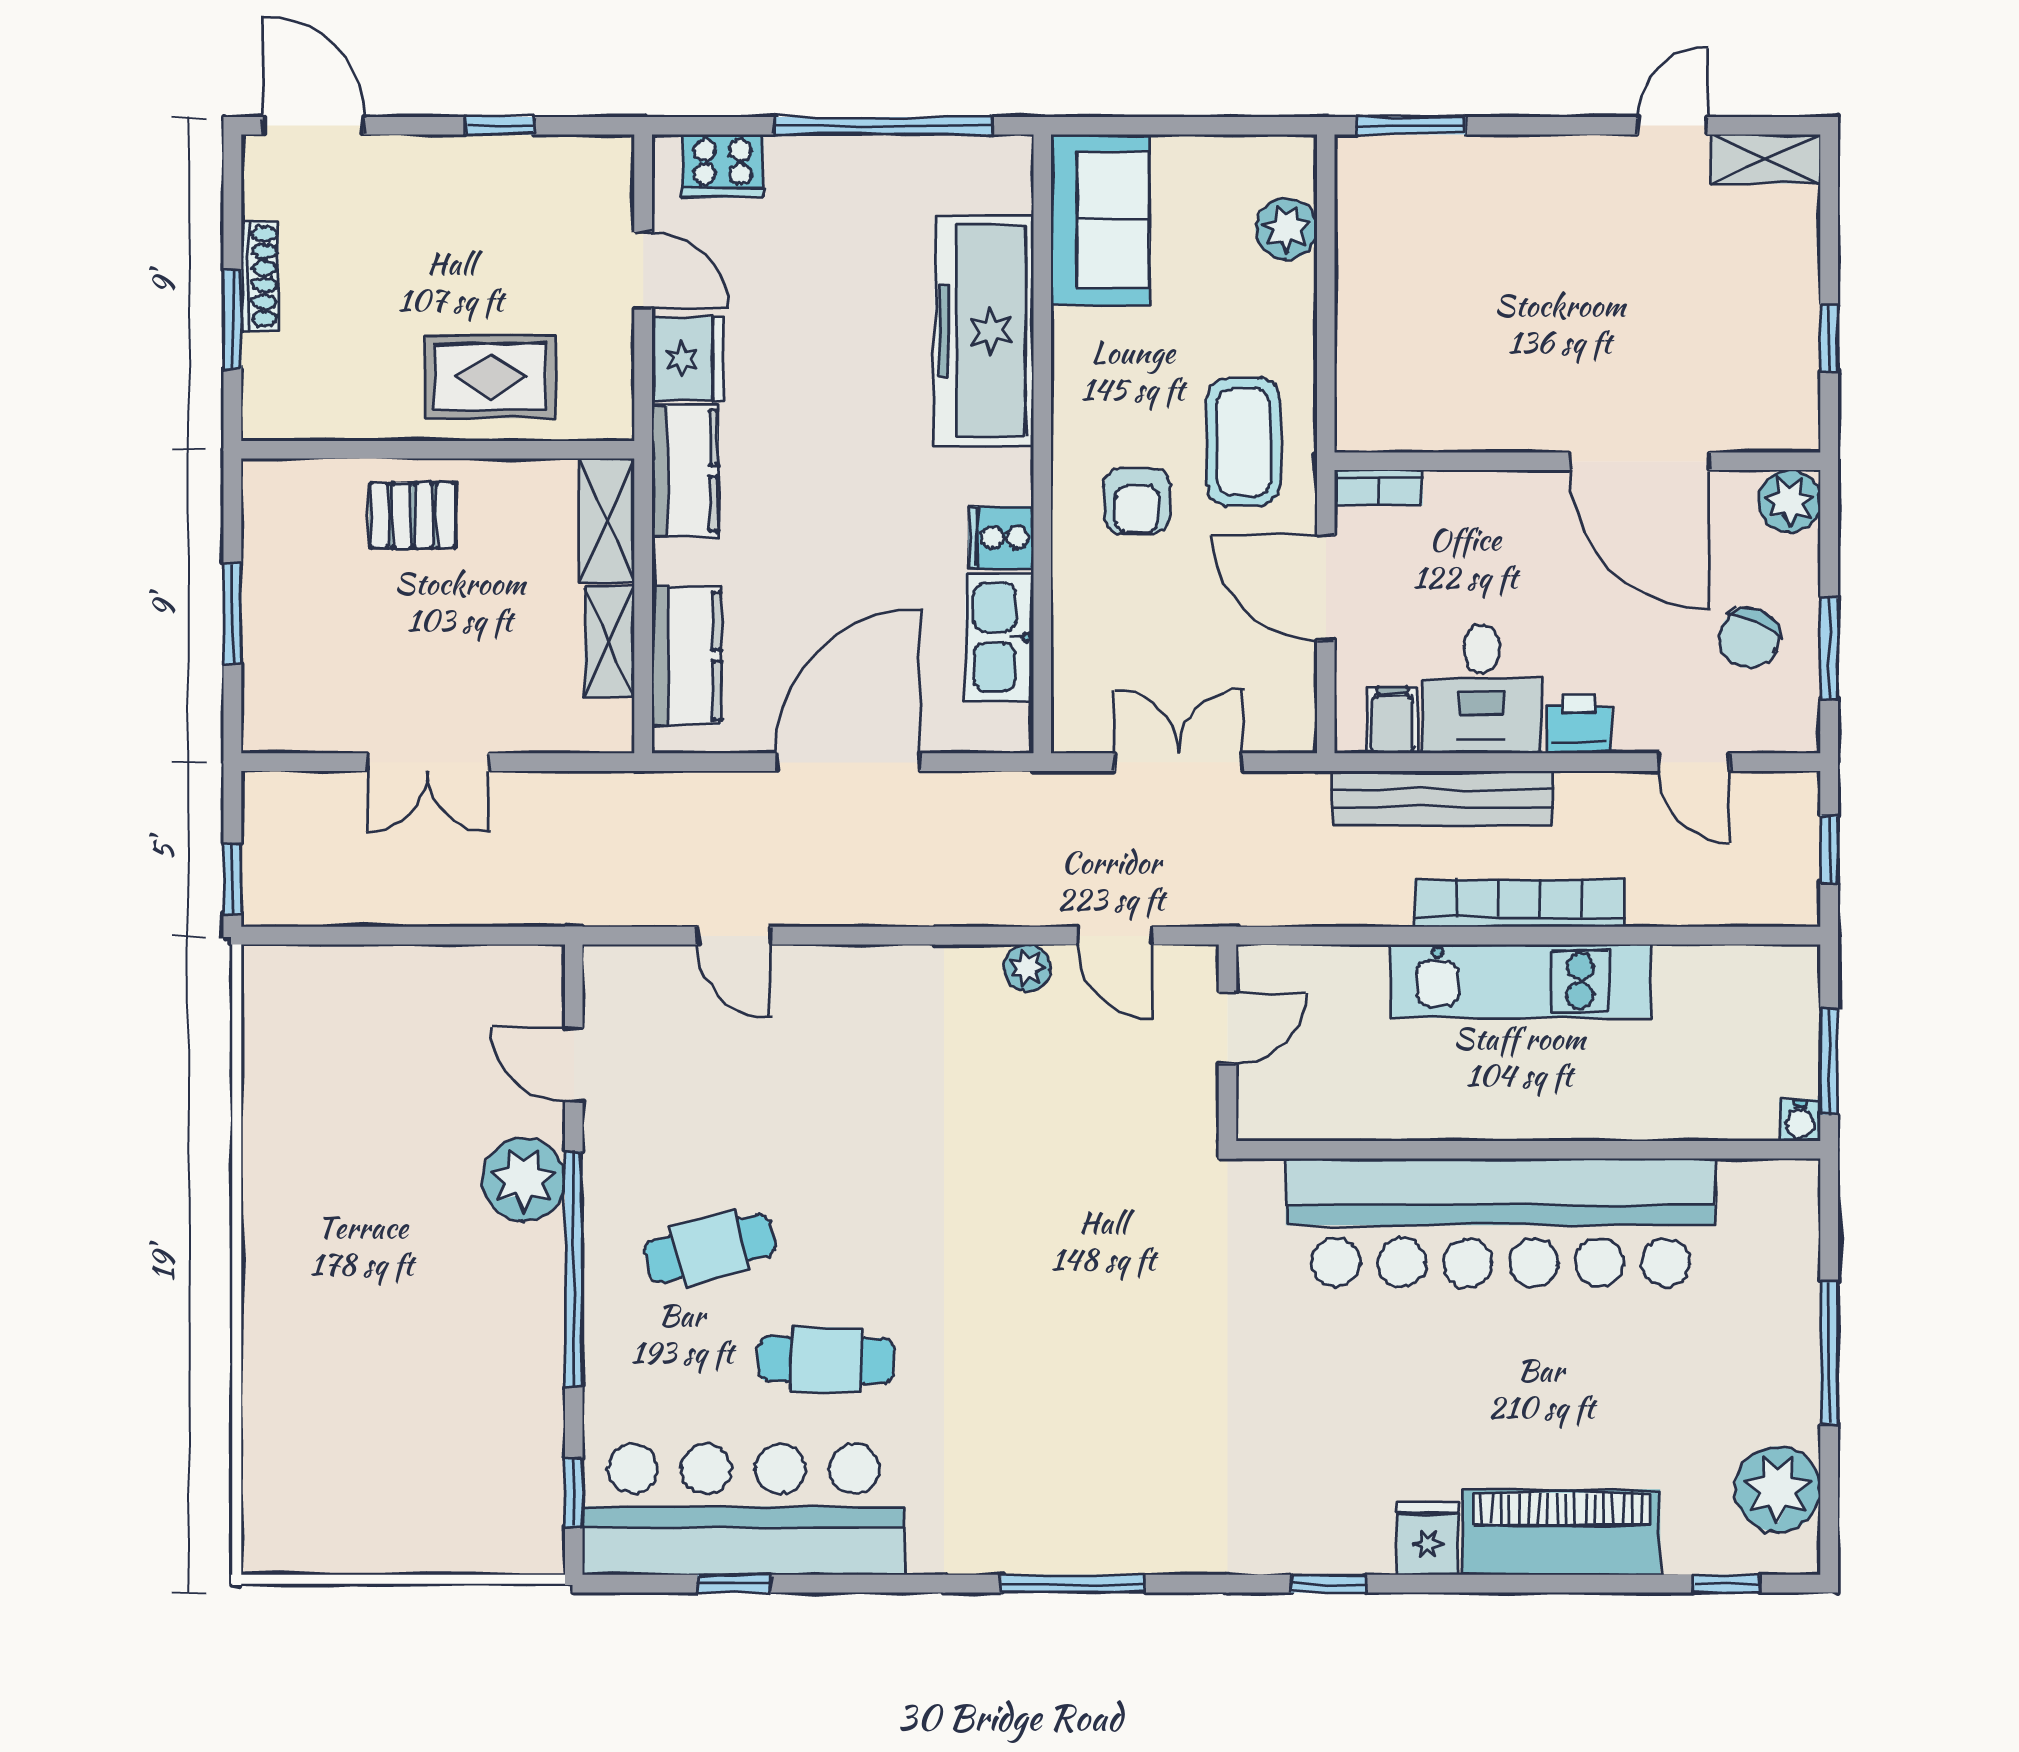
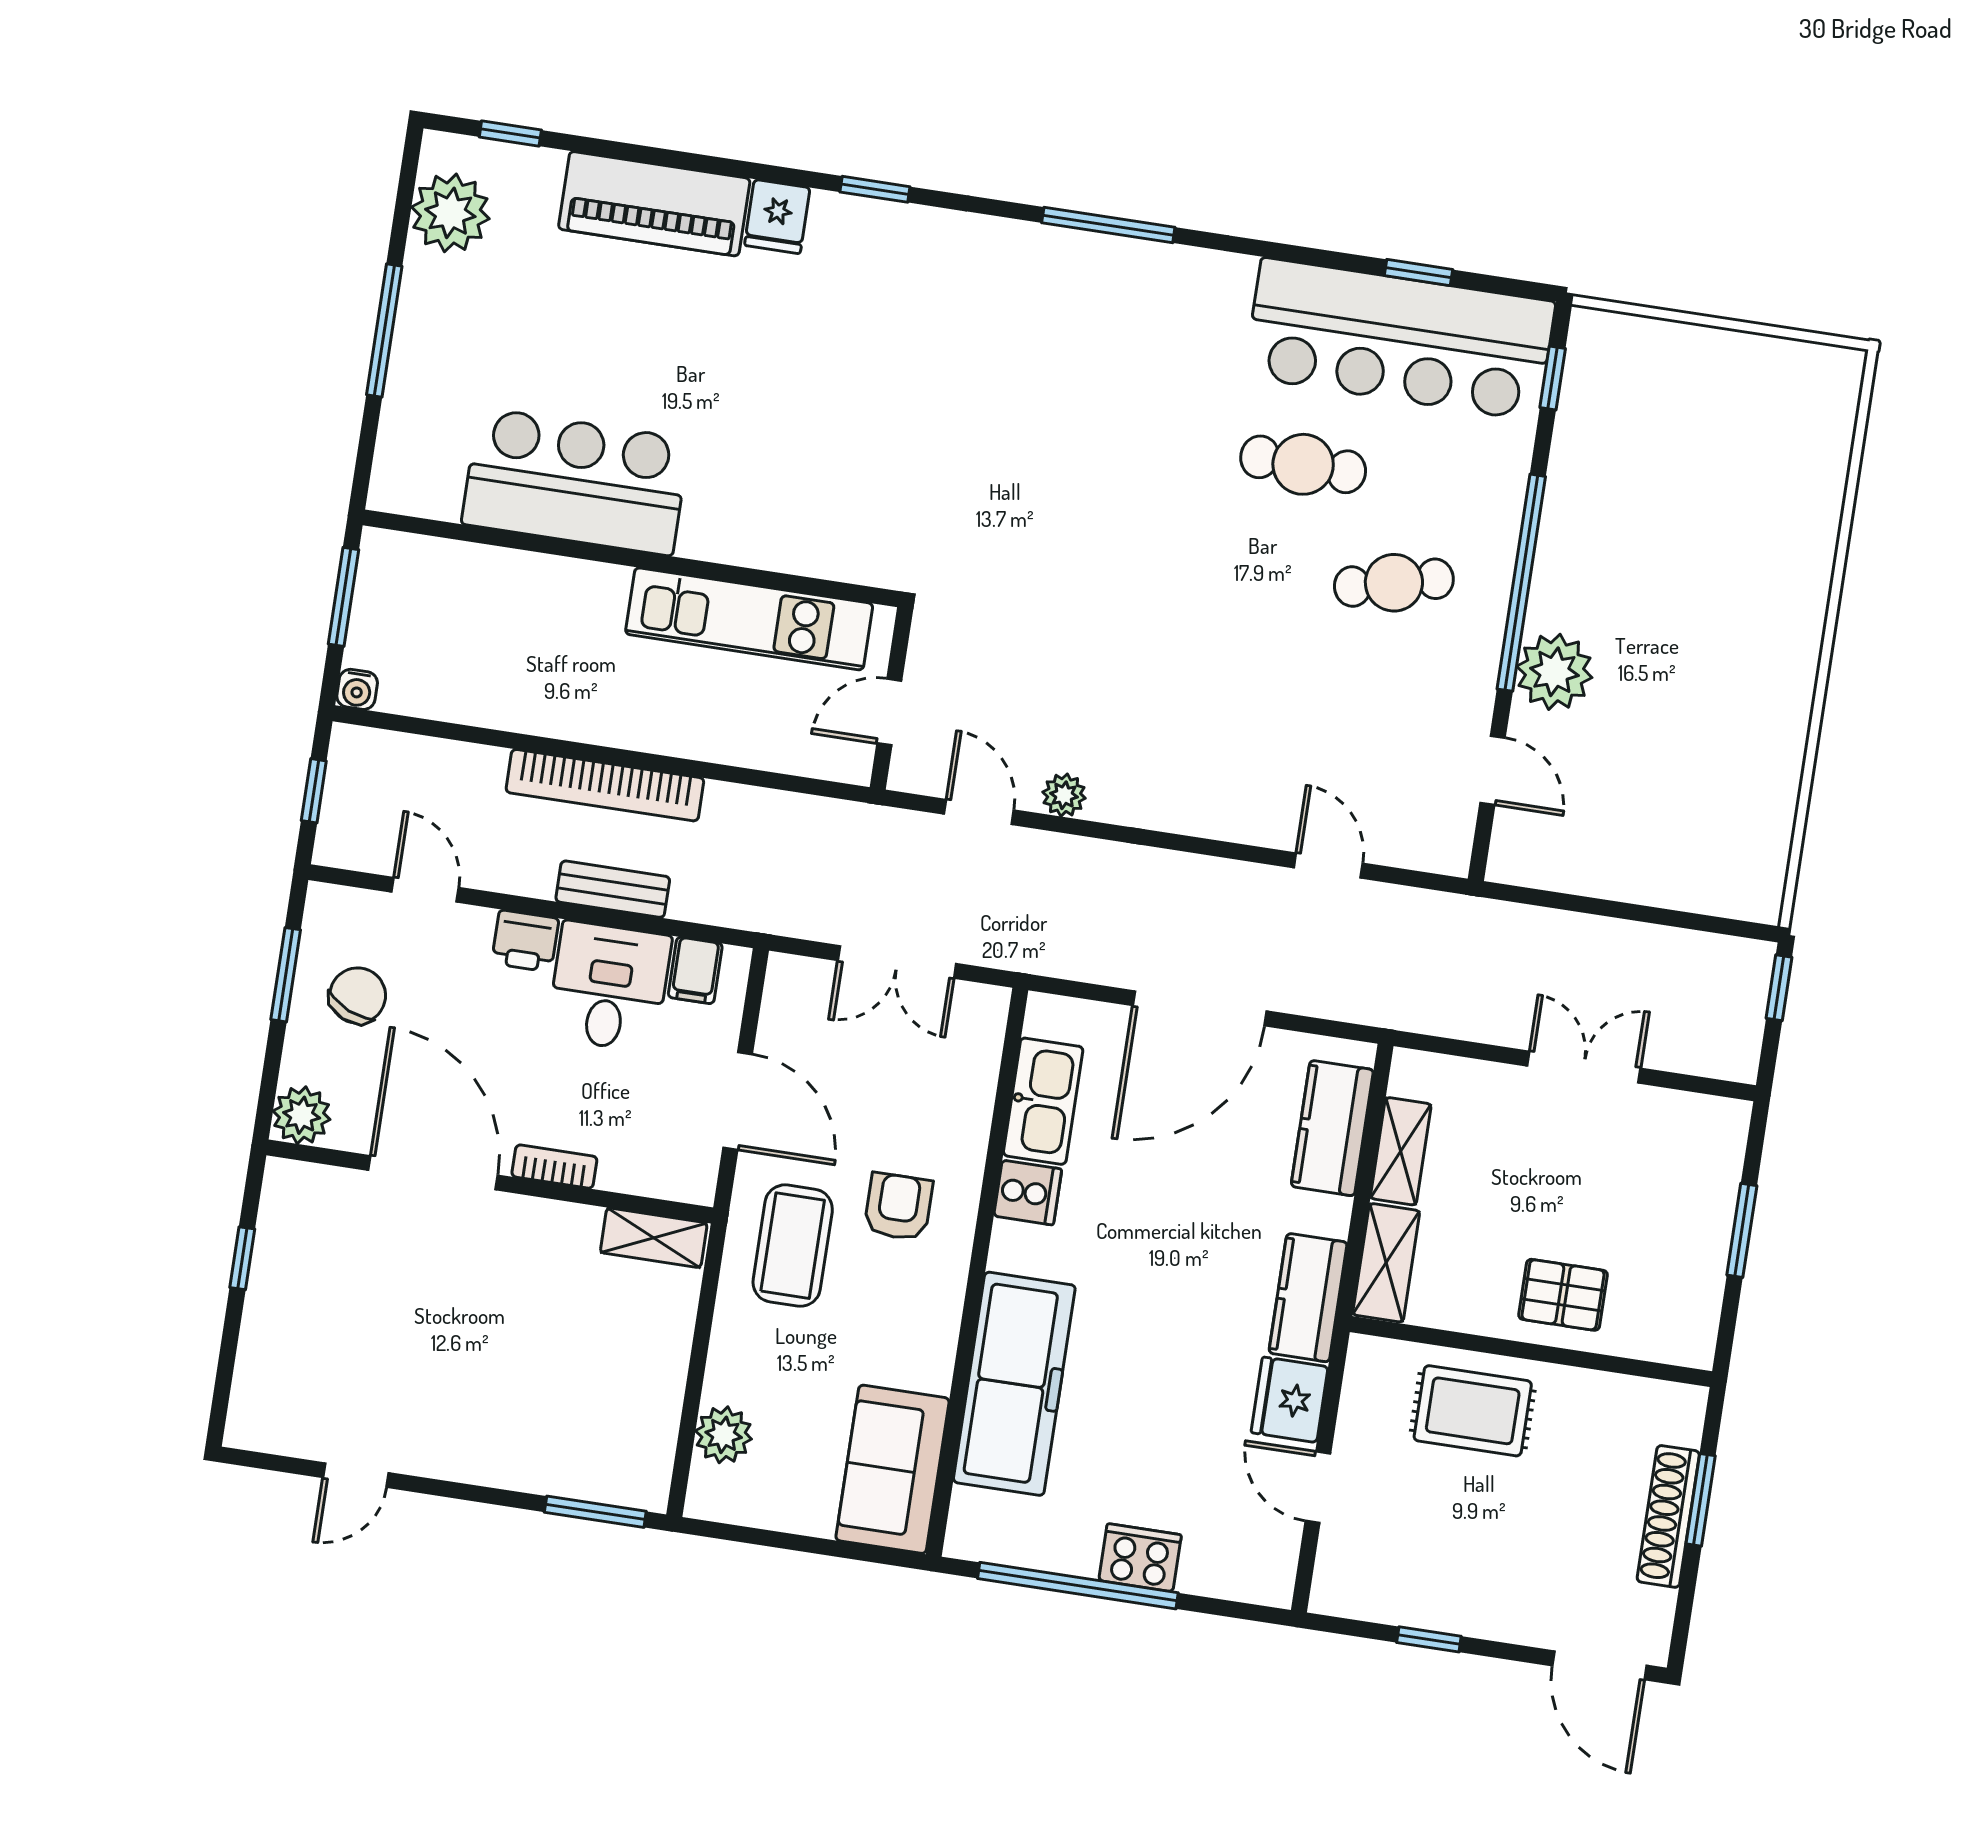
shelving: (1766, 159) -> (654, 1238), moved
cooker: (723, 166) -> (1140, 1558), moved
shoe rack: (260, 276) -> (1668, 1516), width x1.36, depth x1.24
bookcase: (1379, 488) -> (554, 1167), moved
bench: (1443, 798) -> (613, 889), width x0.54, depth x0.82
kitchen unit: (1520, 981) -> (749, 619), moved, turned 180
water cooler: (1800, 1120) -> (357, 689), moved, turned 180
bar counter: (1501, 1223) -> (576, 482), width x0.54

